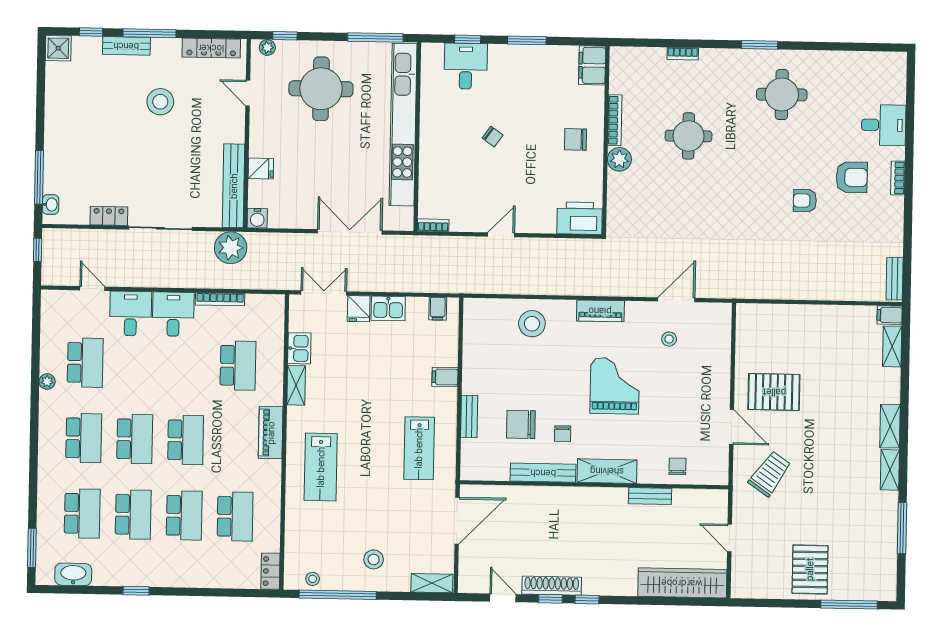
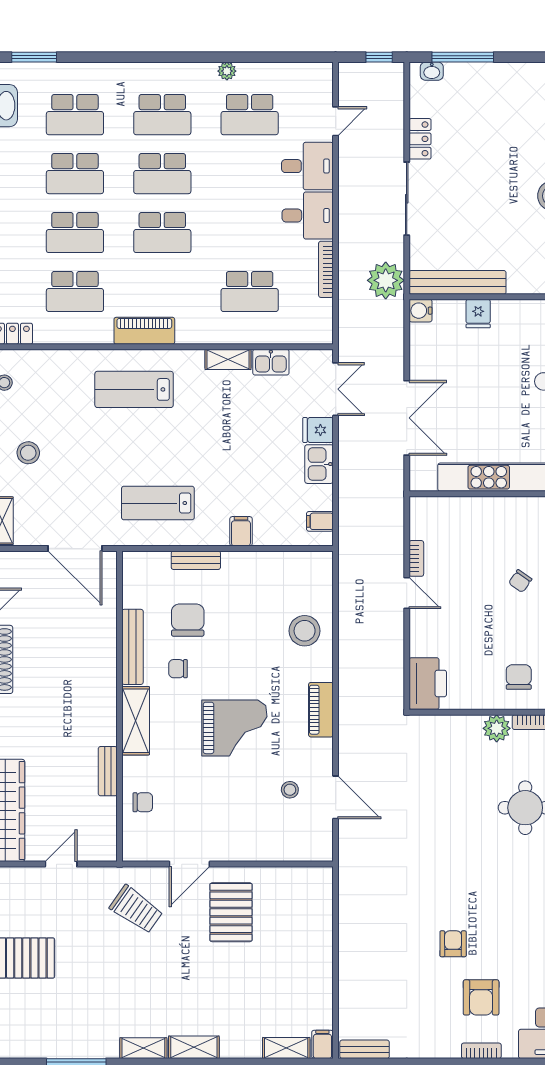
bookcase: (433, 225) -> (416, 558), moved
piano: (271, 433) -> (144, 331), moved

